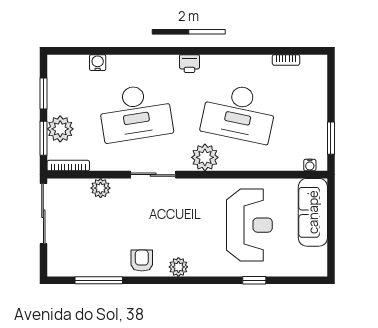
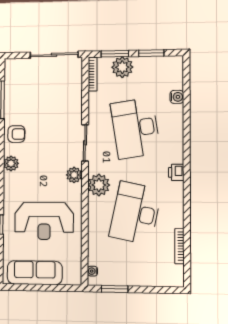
bookcase: (286, 60) -> (179, 246), width x1.56
plant: (101, 188) -> (74, 175), moved
sofa: (313, 212) -> (35, 273), moved

